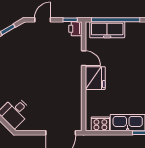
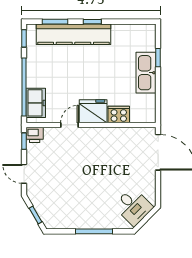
freezer: (107, 30) -> (36, 103), width x0.71
cooker: (100, 124) -> (119, 115), moved, turned 90

